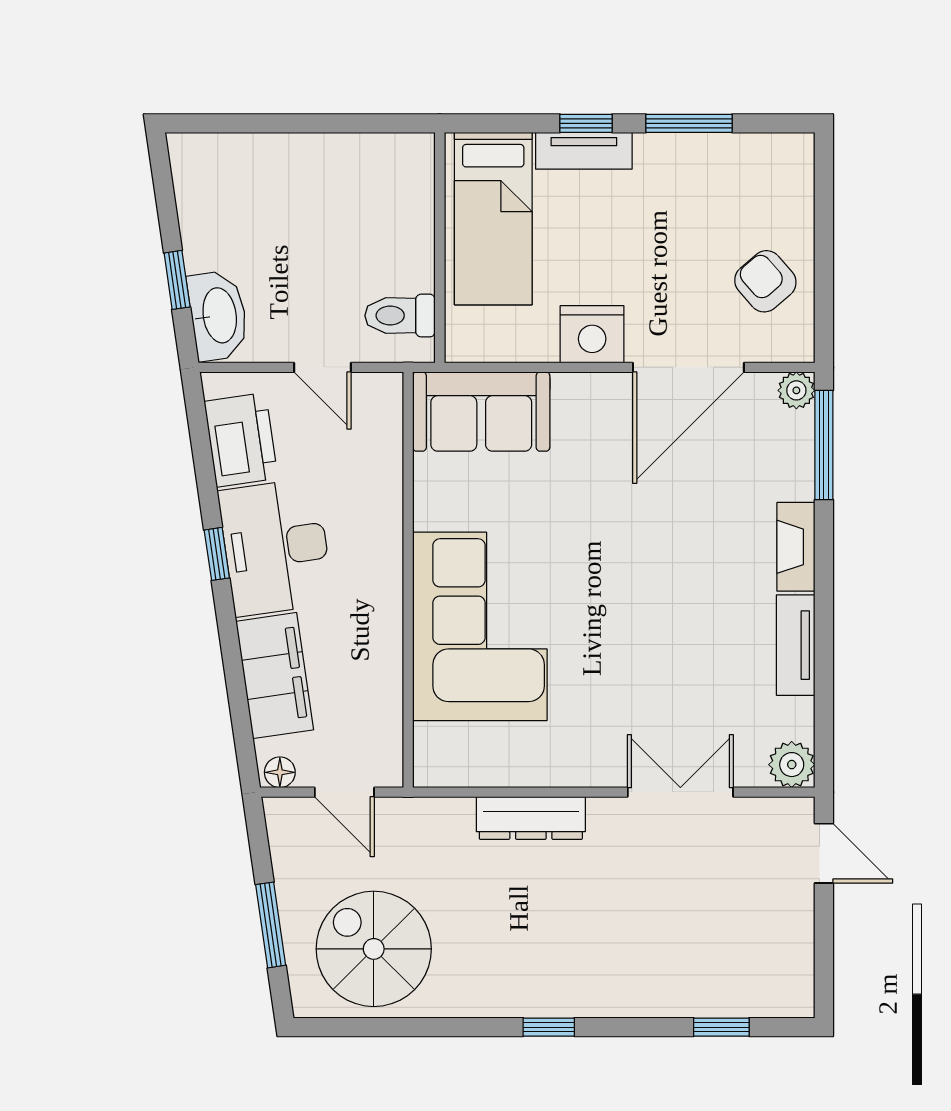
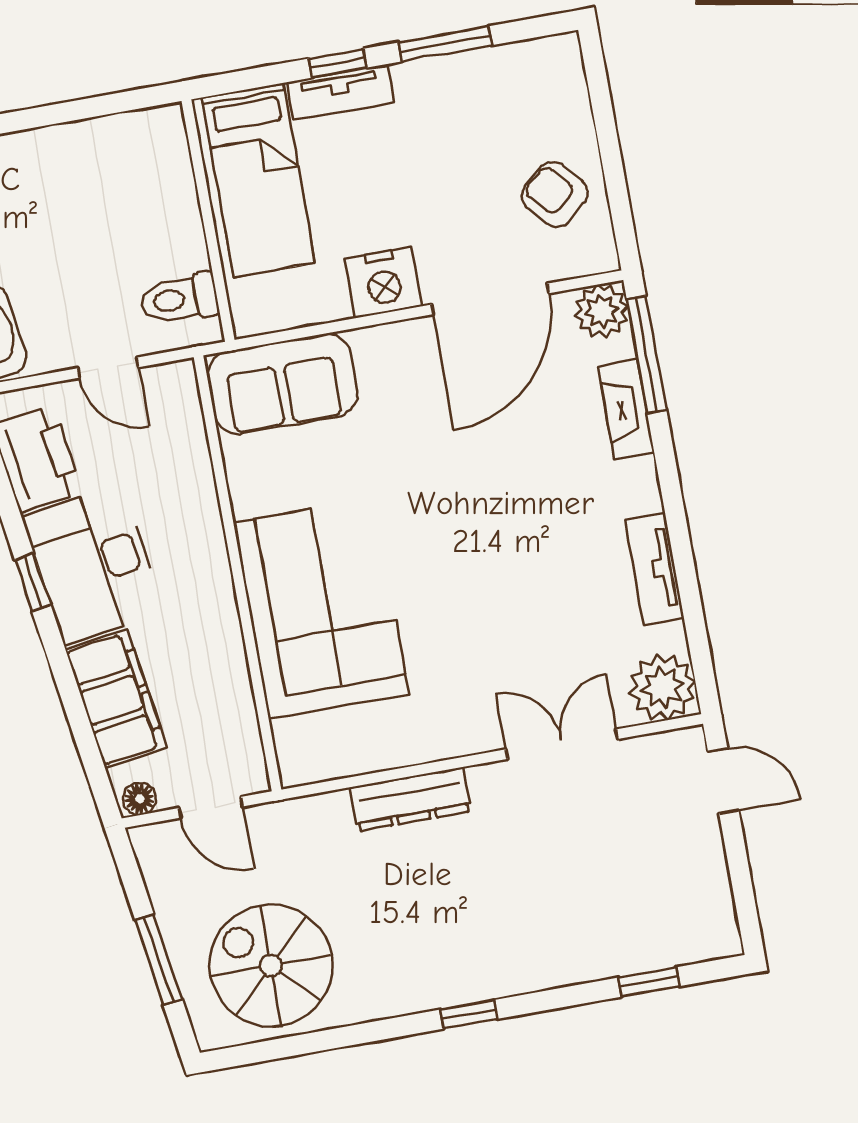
plant: (796, 390) -> (602, 311), width x1.38, depth x1.38
fireplace: (796, 547) -> (626, 410), moved
plant: (792, 765) -> (663, 687), width x1.36, depth x1.36

